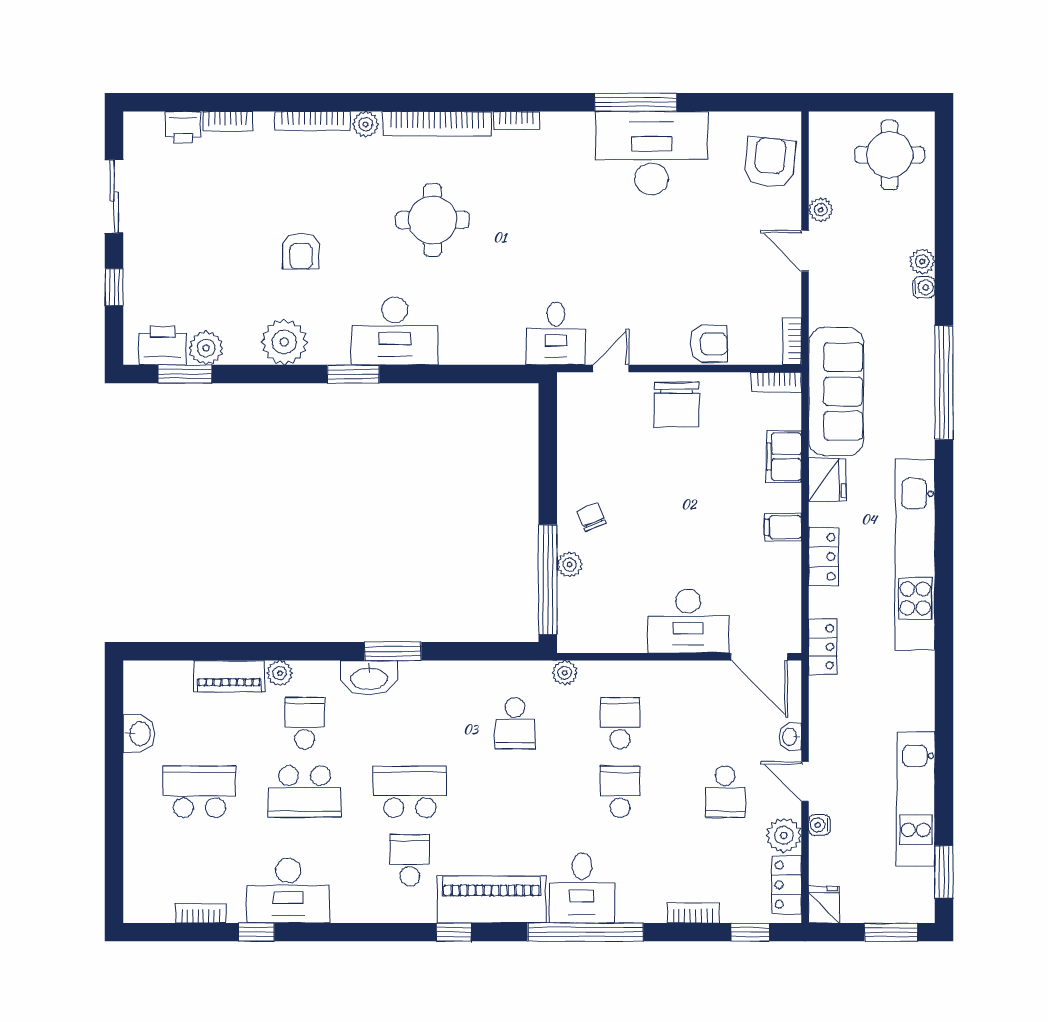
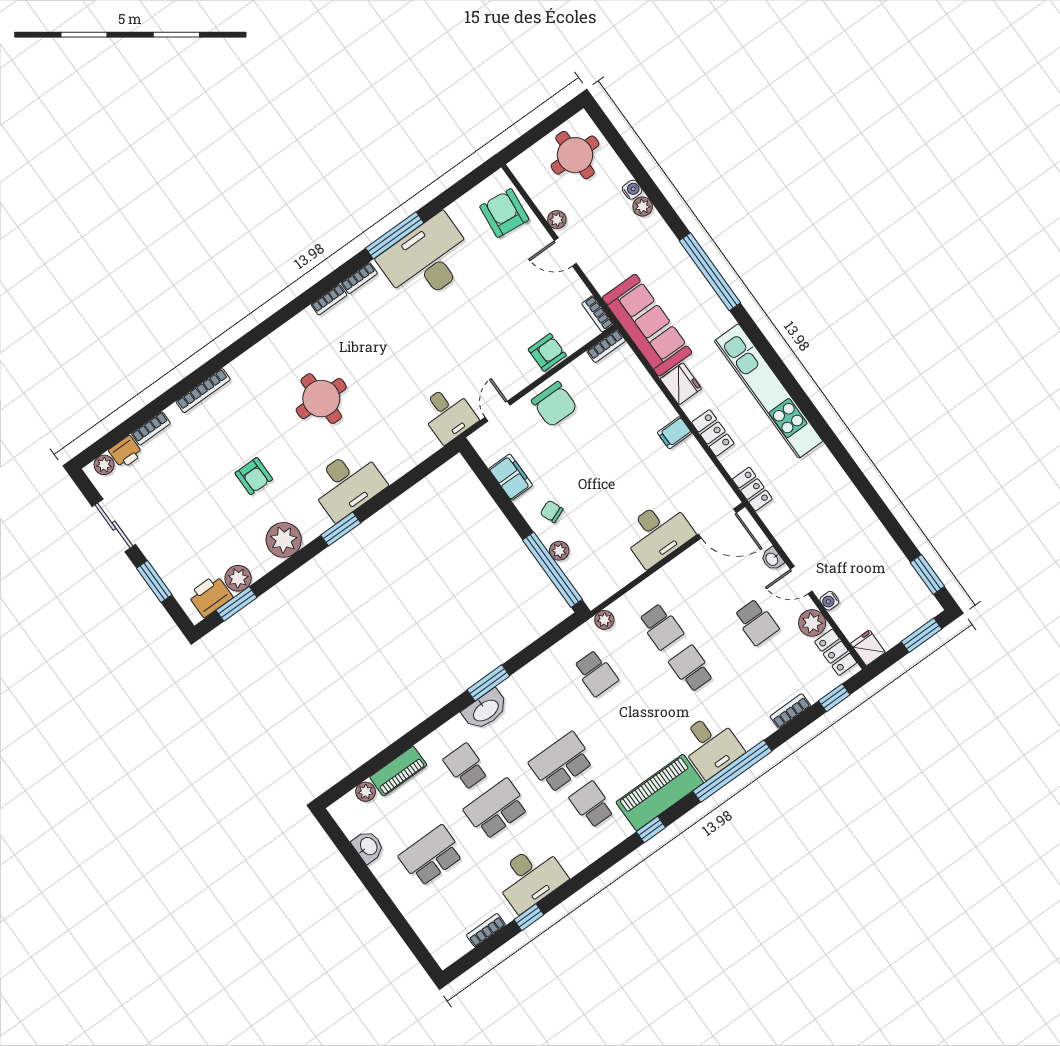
plant: (366, 124) -> (104, 465), moved
bookcase: (437, 124) -> (359, 278), moved, width x0.43, depth x0.76
window: (114, 287) -> (154, 582), width x1.50
water cooler: (924, 287) -> (632, 190), moved
filing cabinet: (784, 457) -> (511, 477), moved, turned 180
plant: (280, 673) -> (366, 792), moved
school desk: (620, 723) -> (661, 626), turned 180
school desk: (305, 792) -> (496, 809), turned 180
kitchen unit: (916, 799) -> (878, 542), removed

